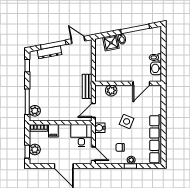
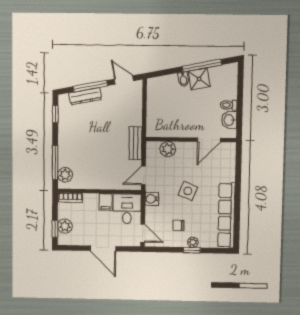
shower: (111, 43) -> (199, 79), moved
filing cabinet: (53, 131) -> (106, 202), moved

